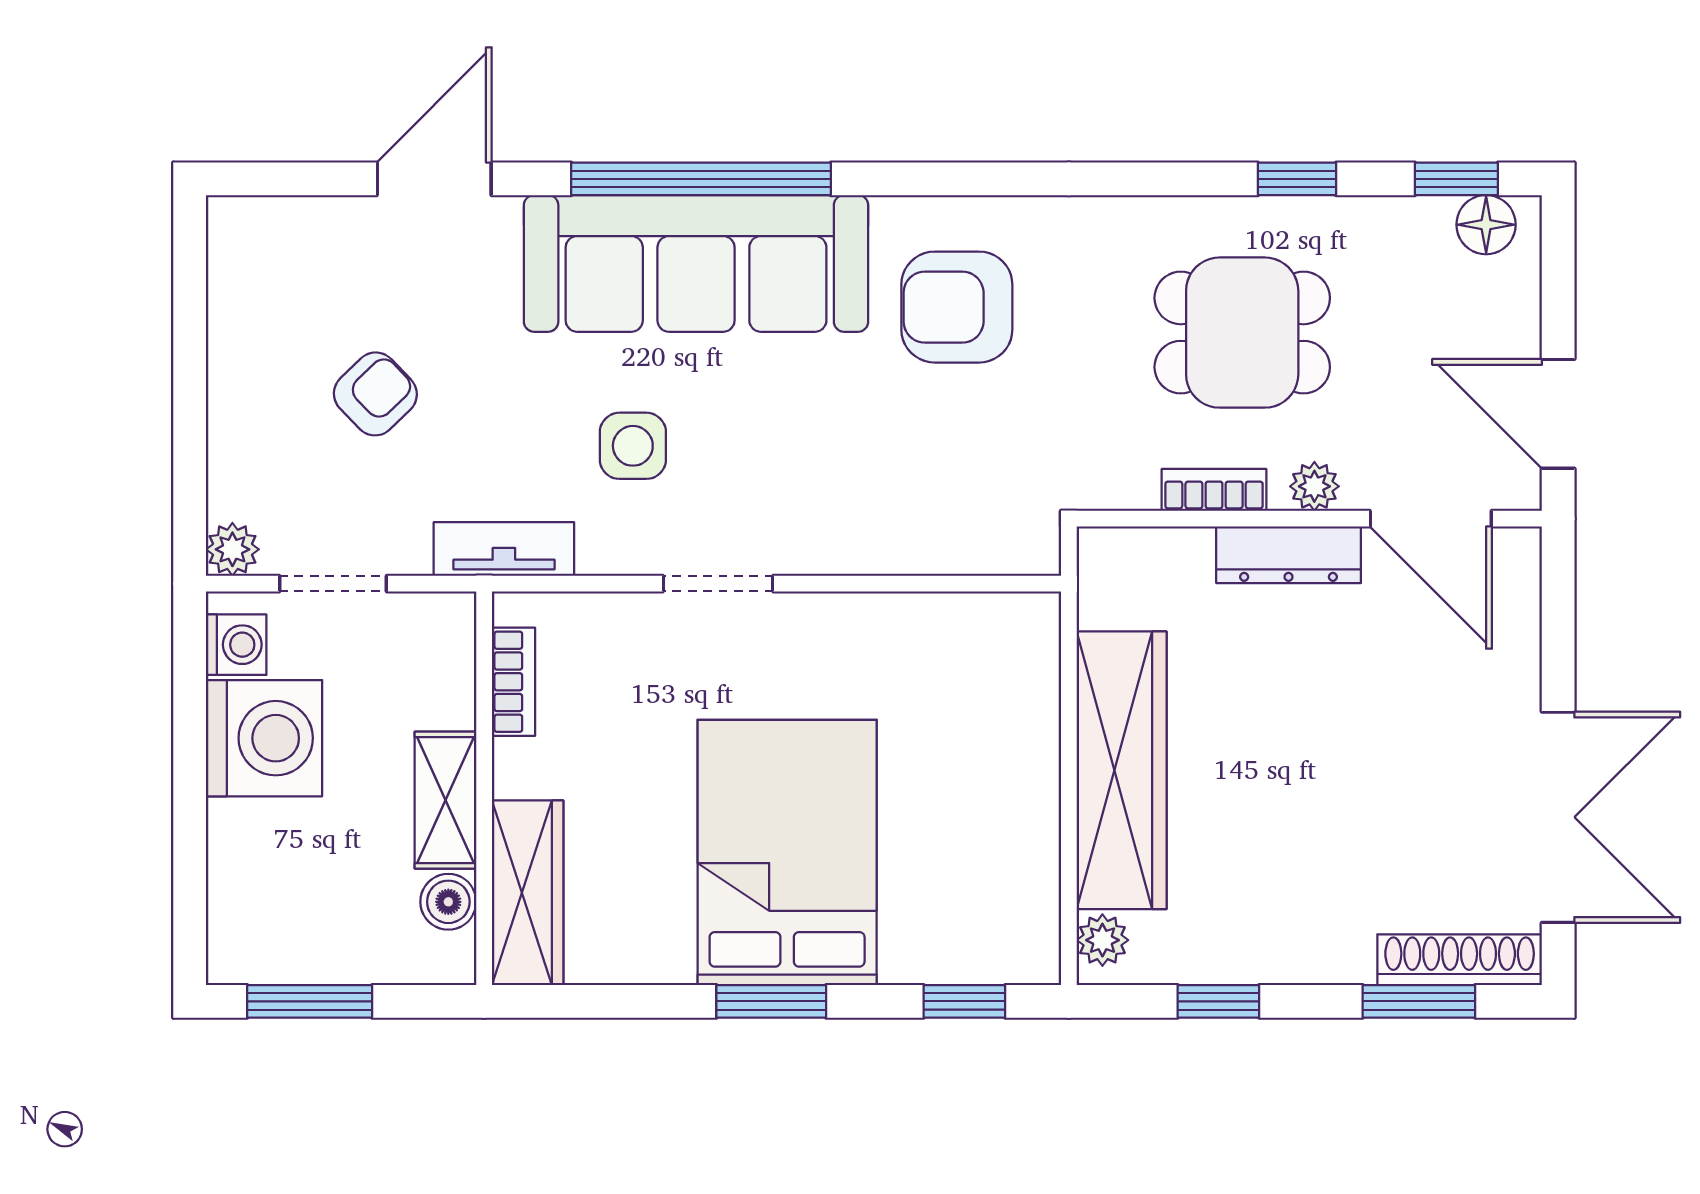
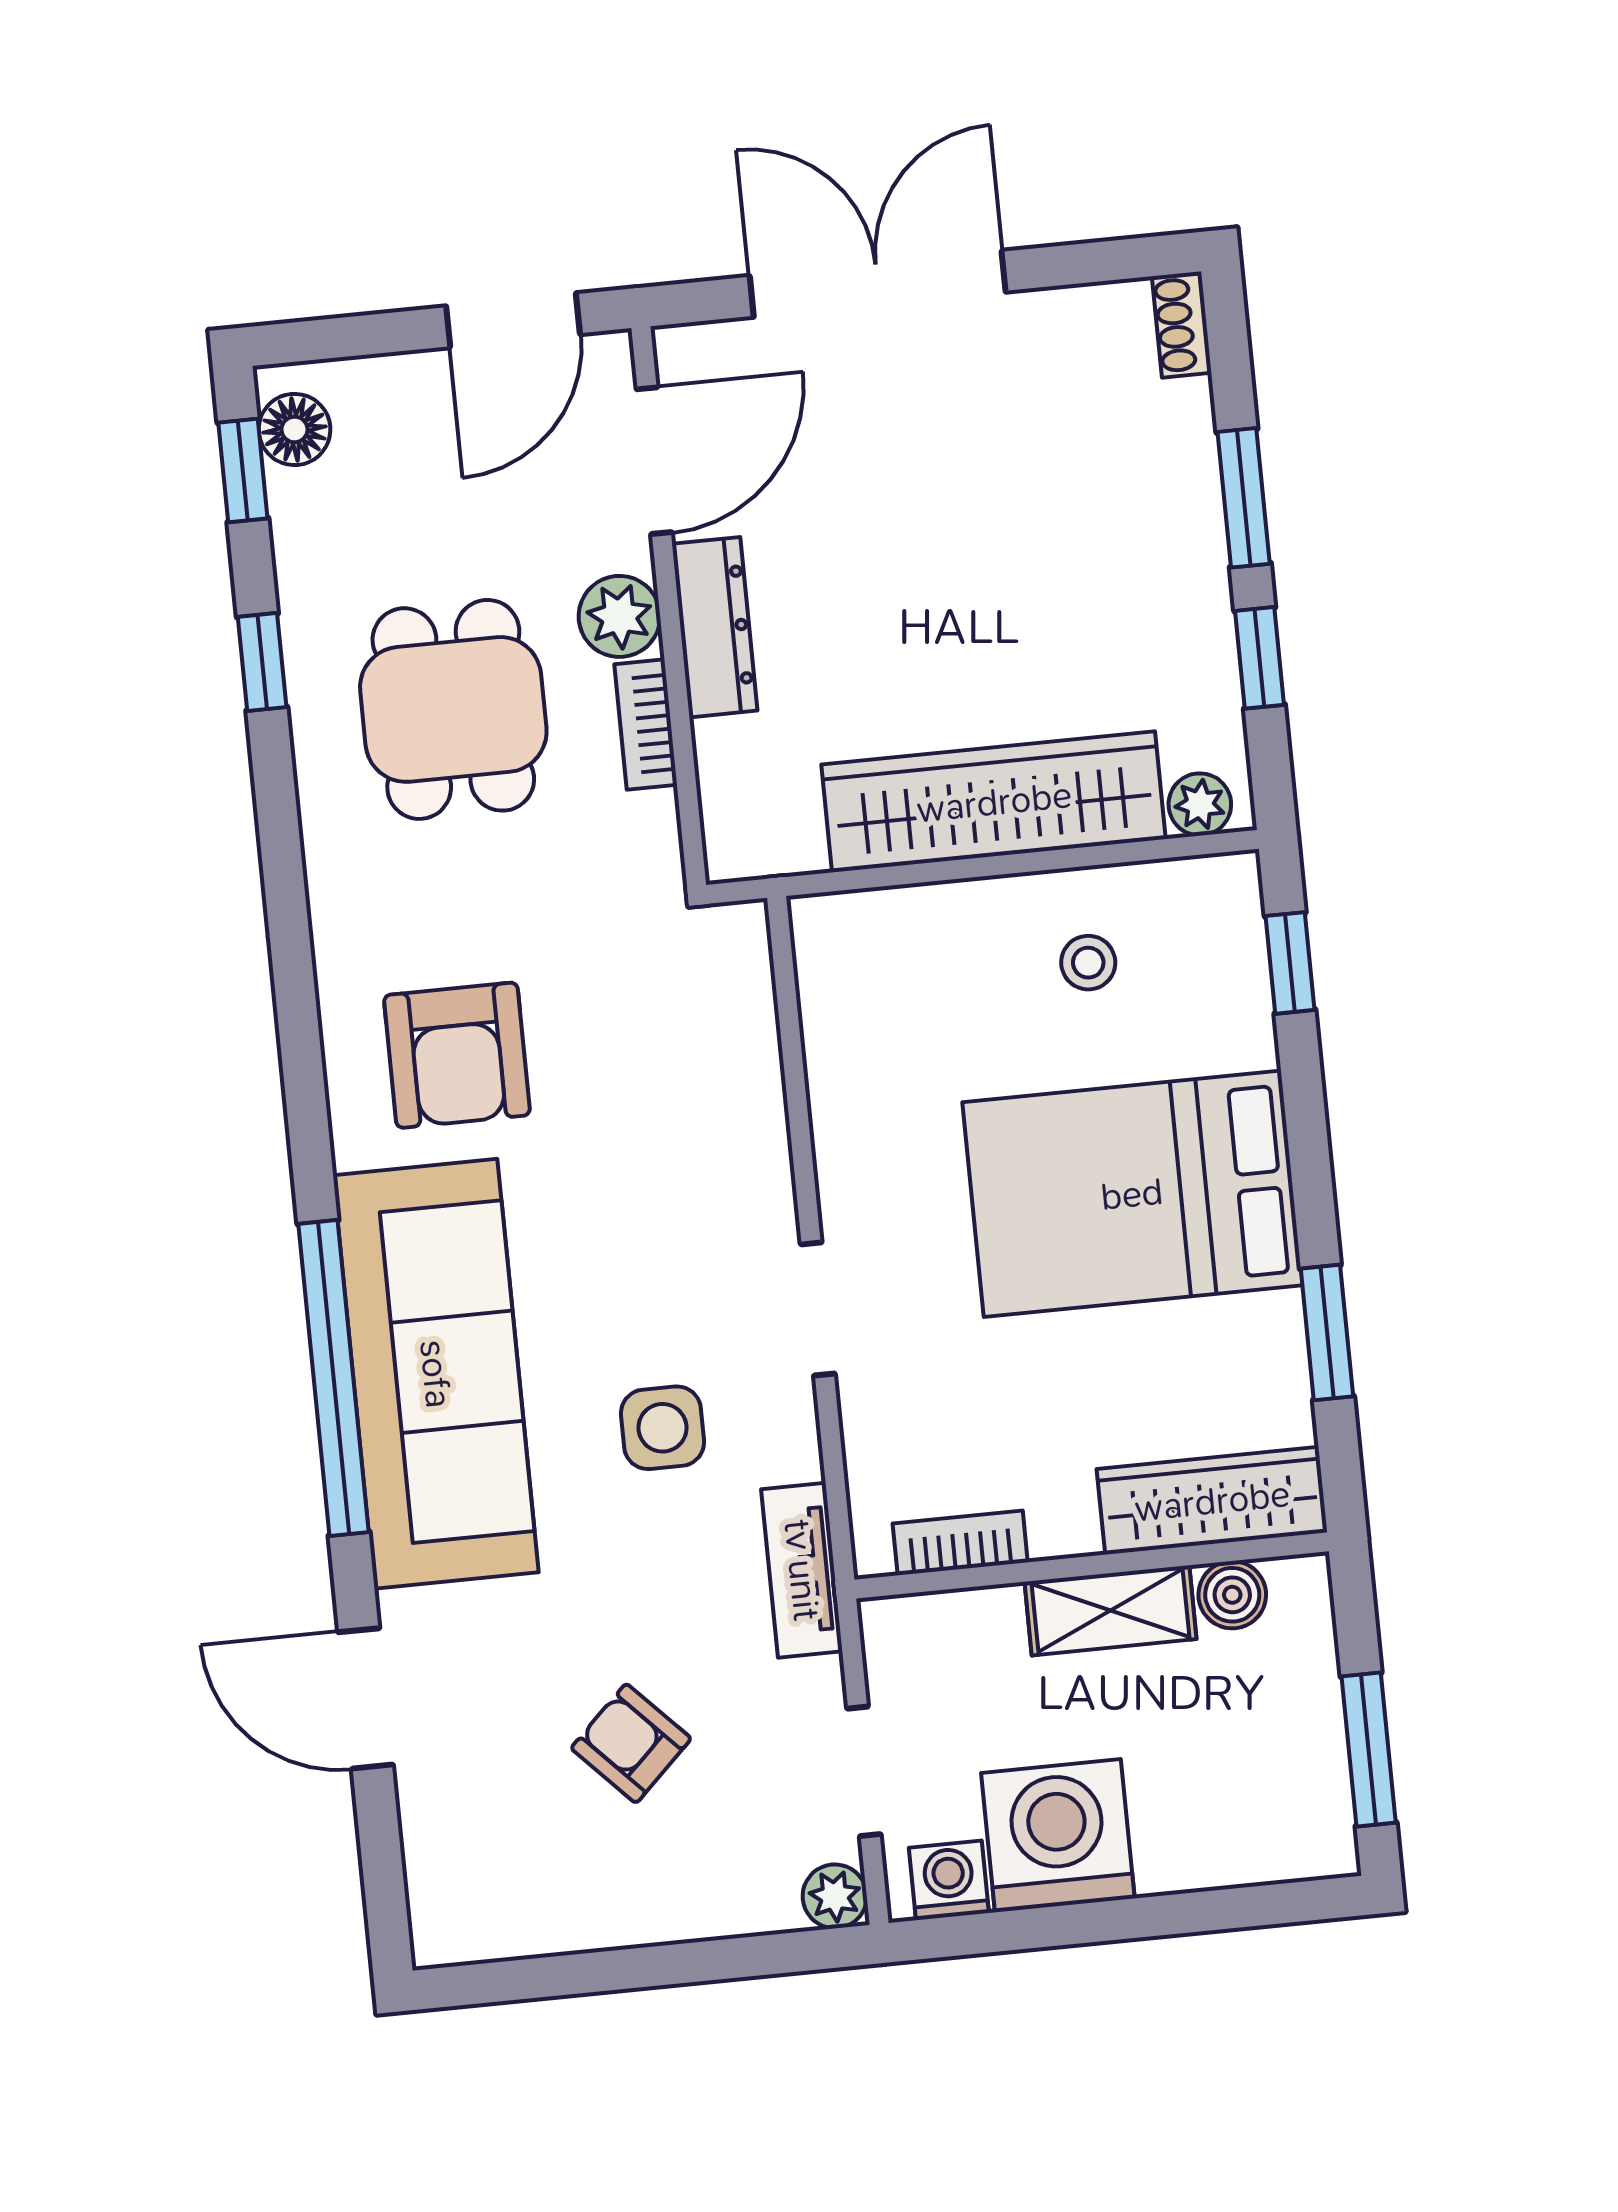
plant: (1314, 486) -> (619, 616), width x1.38, depth x1.38
double door: (1558, 817) -> (878, 284), moved
stool: (981, 835) -> (1088, 963), added
shoe rack: (1460, 960) -> (1182, 325), width x0.51, depth x0.81
window: (771, 1001) -> (1327, 1332), moved
window: (1419, 1001) -> (1244, 498), moved

